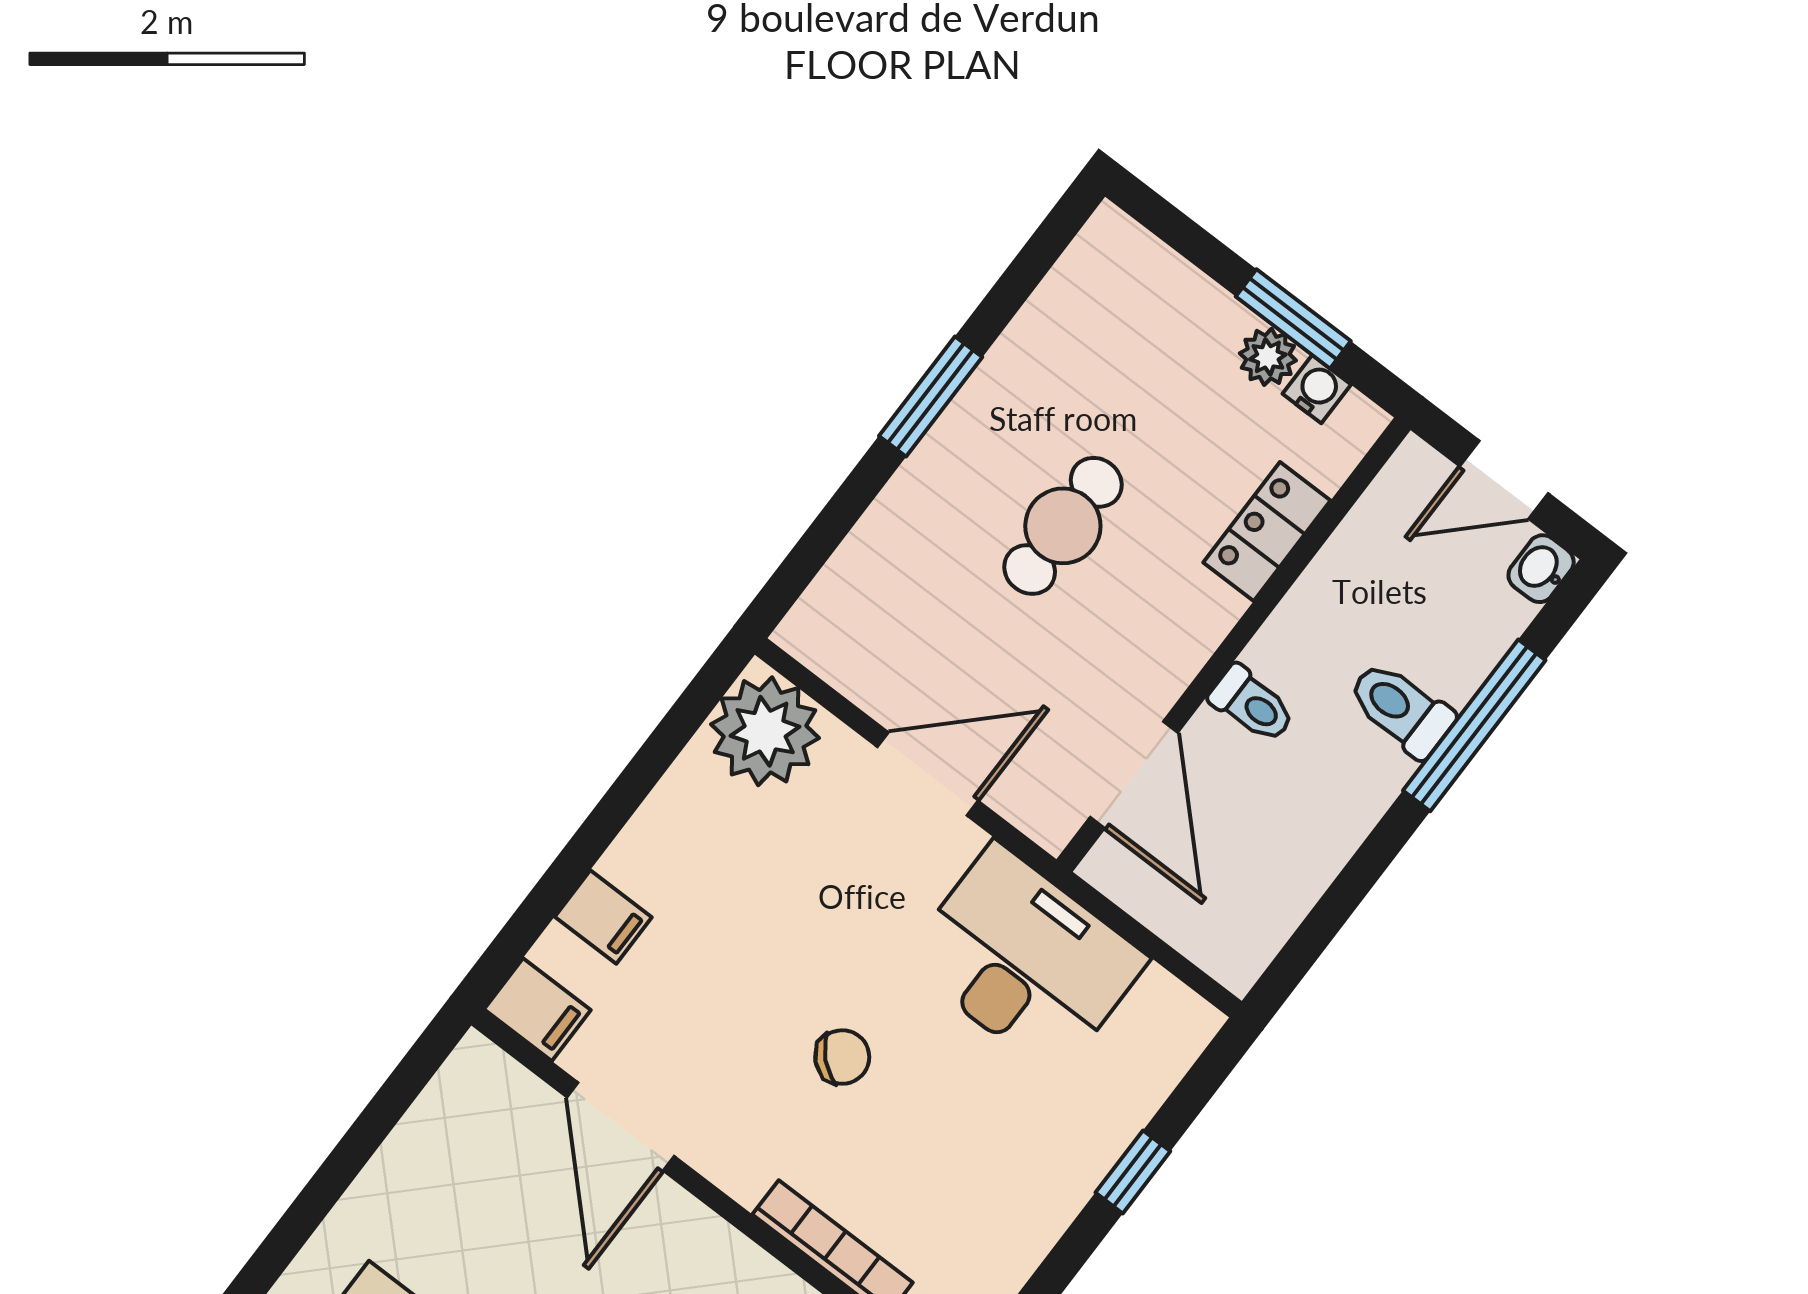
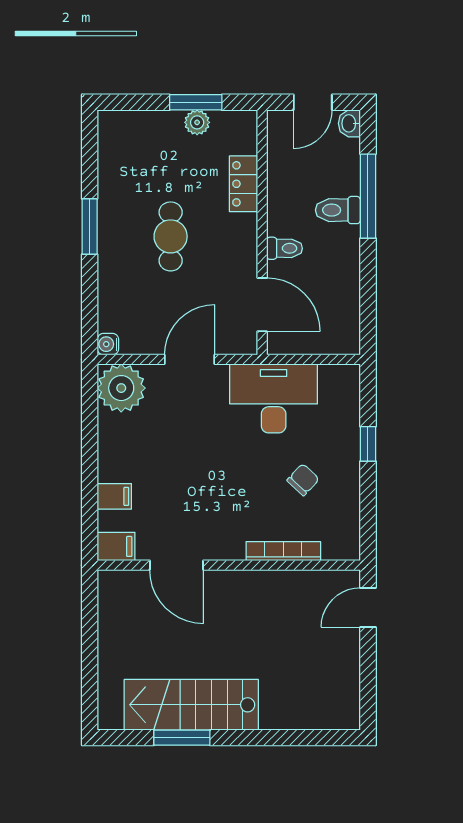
water cooler: (1317, 389) -> (108, 344), moved, turned -90
chair: (842, 1057) -> (303, 480), moved

